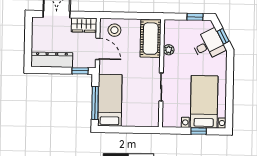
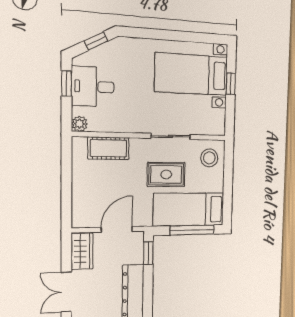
stool: (114, 30) -> (209, 158), moved
cot: (151, 39) -> (108, 148), width x0.73, depth x0.75
desk: (208, 45) -> (93, 87), moved, turned -62
plant: (169, 50) -> (80, 124), moved
rug: (135, 84) -> (166, 174), added

